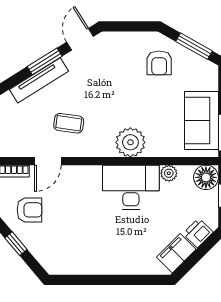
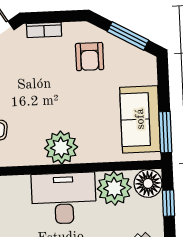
bookcase: (120, 38) -> (44, 30), added
plant: (169, 173) -> (114, 188), width x1.87, depth x1.87

